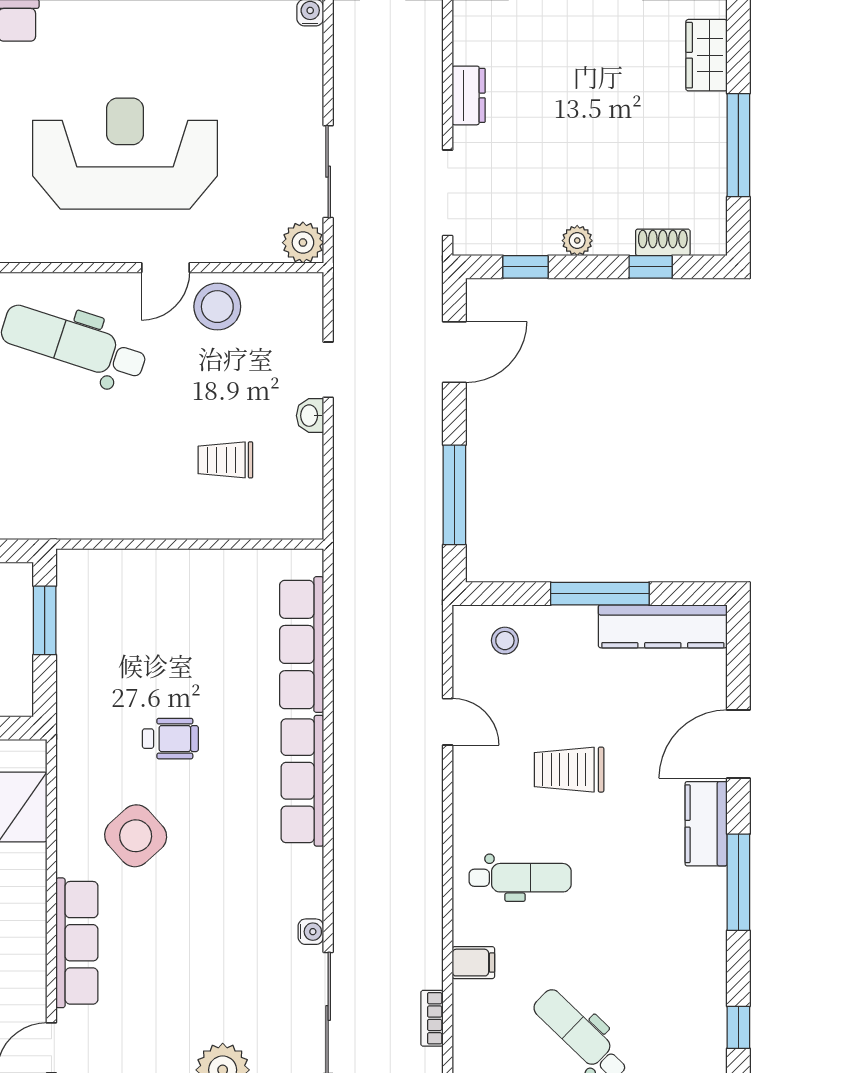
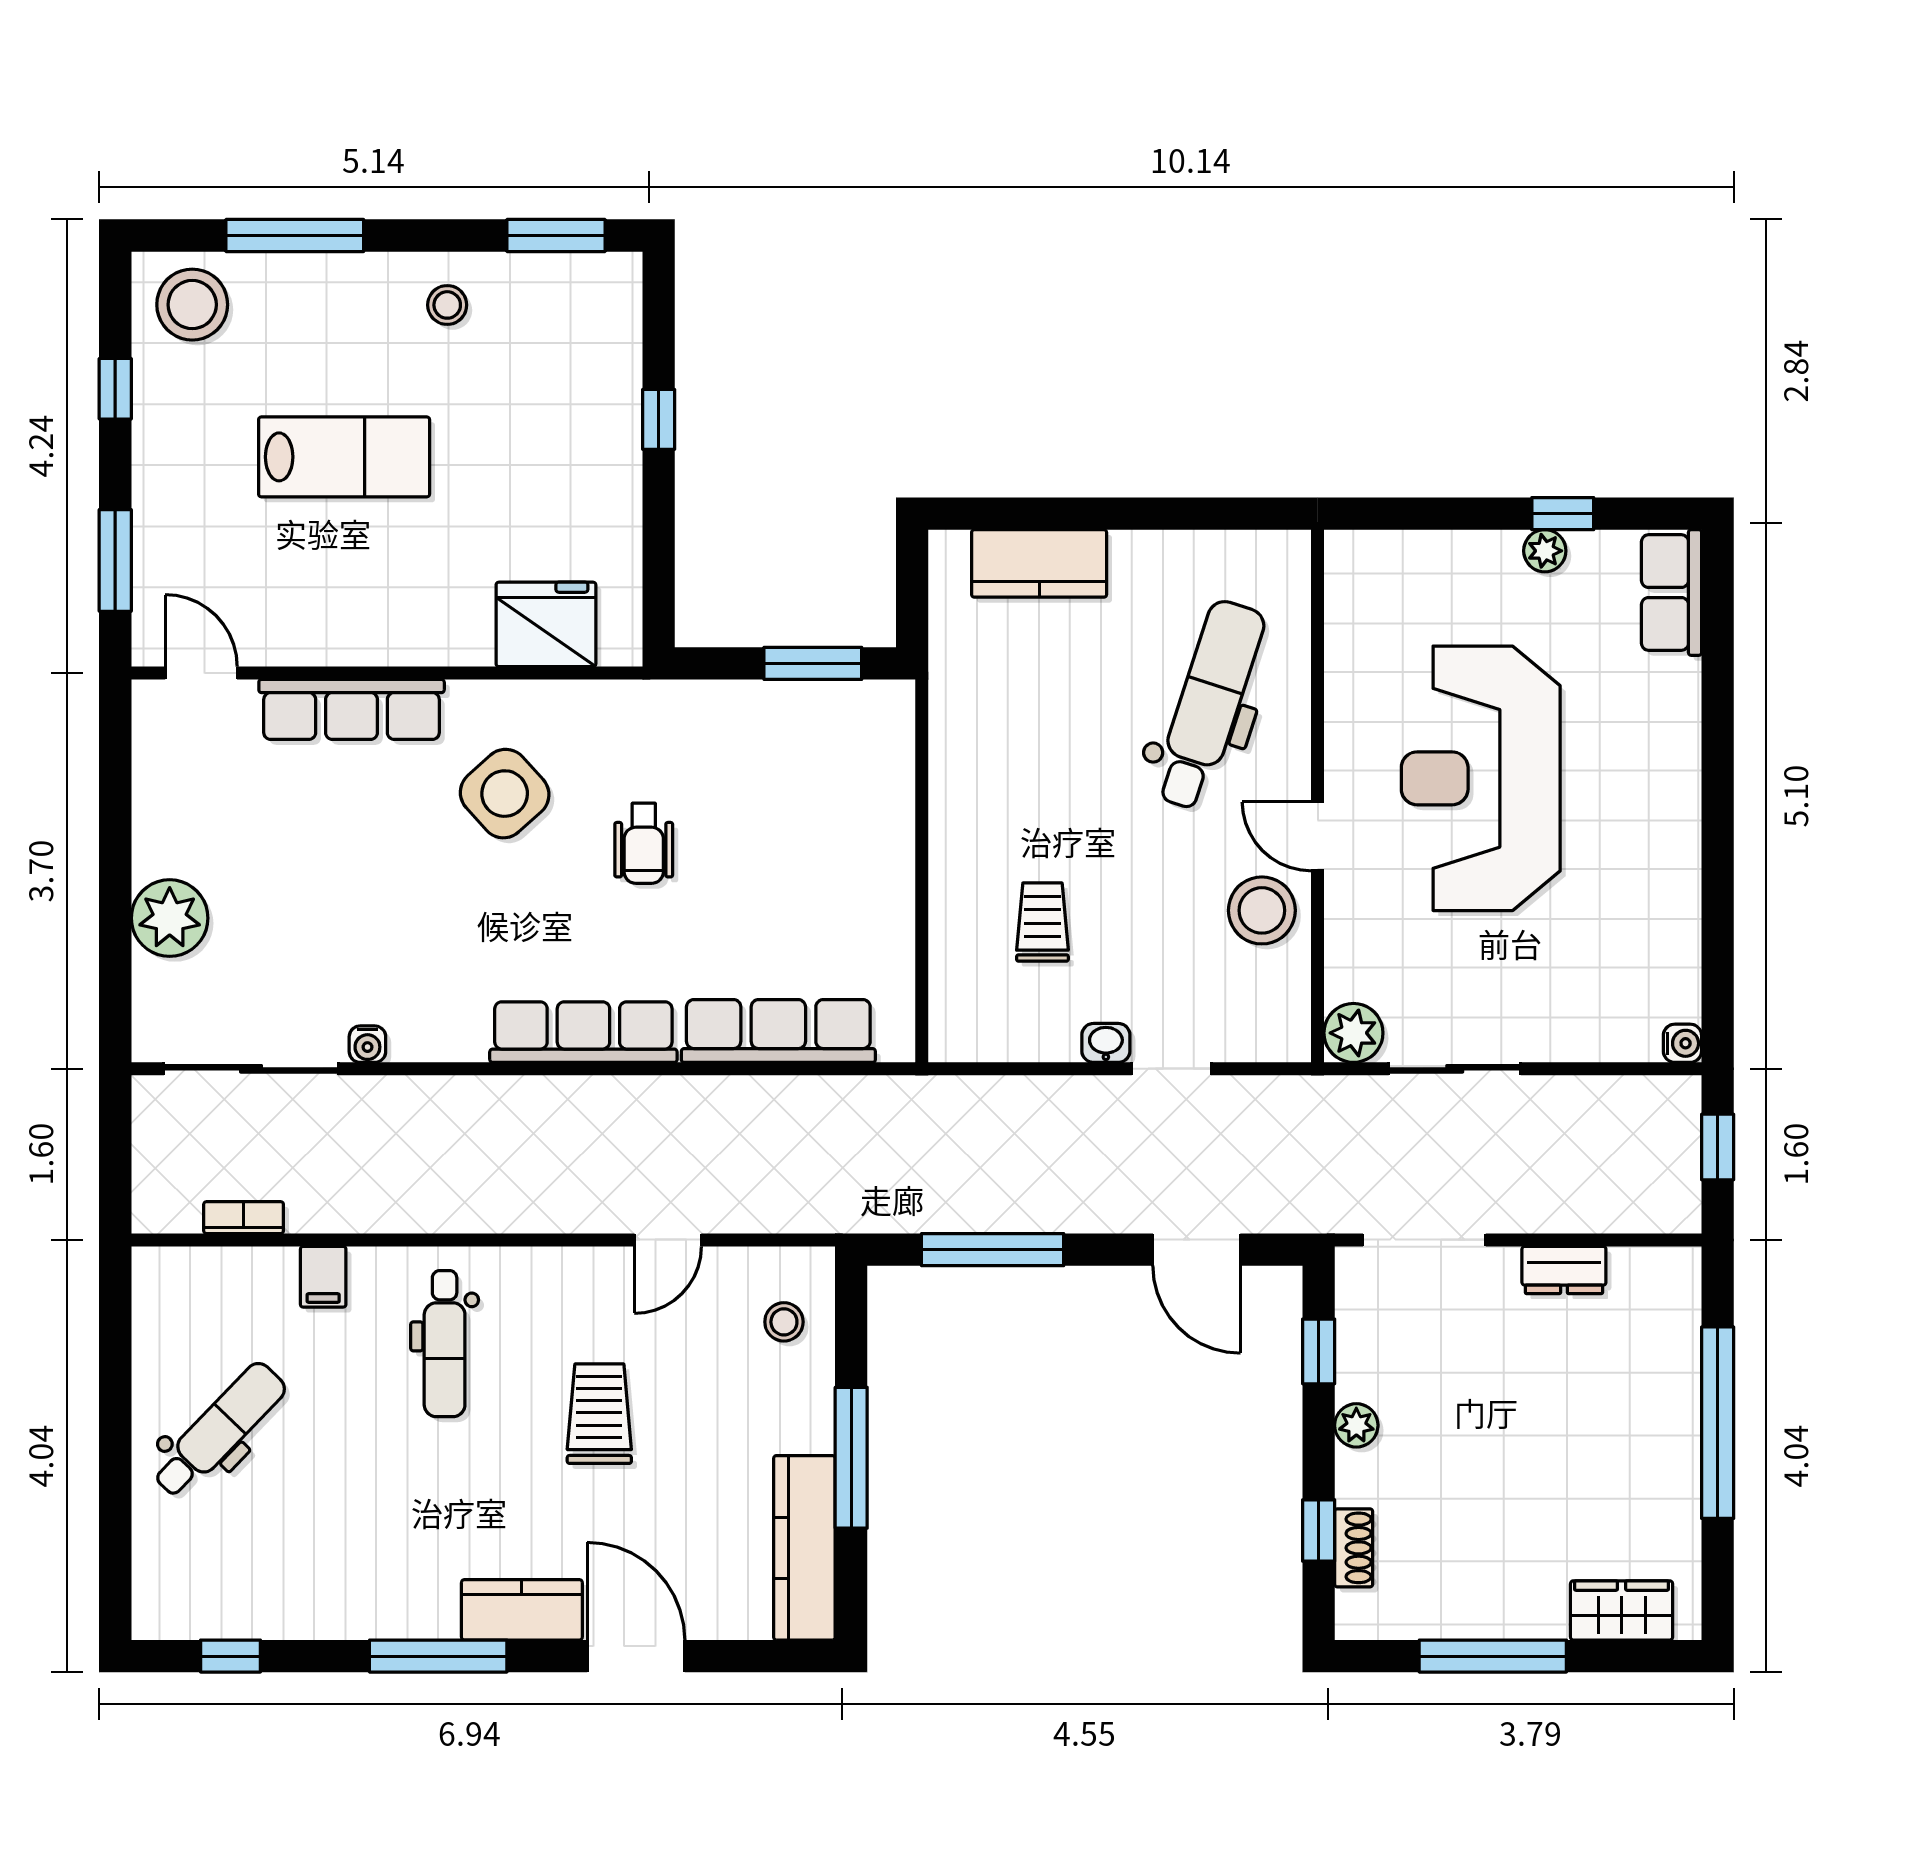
reception desk: (125, 154) -> (1481, 778), turned 180

